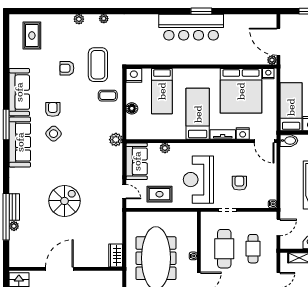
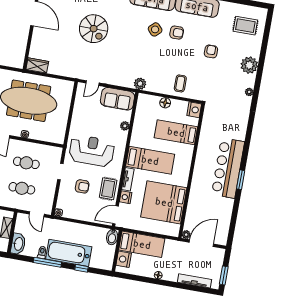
plant: (79, 19) -> (249, 65), width x1.87, depth x1.87
coffee table: (98, 65) -> (209, 80), removed
nightstand: (268, 74) -> (175, 229), removed
rug: (159, 194) -> (108, 189), moved
cafe table: (224, 249) -> (26, 163), width x0.73, depth x0.74

